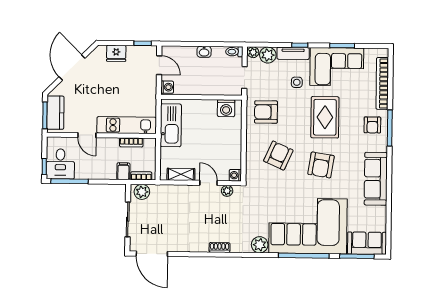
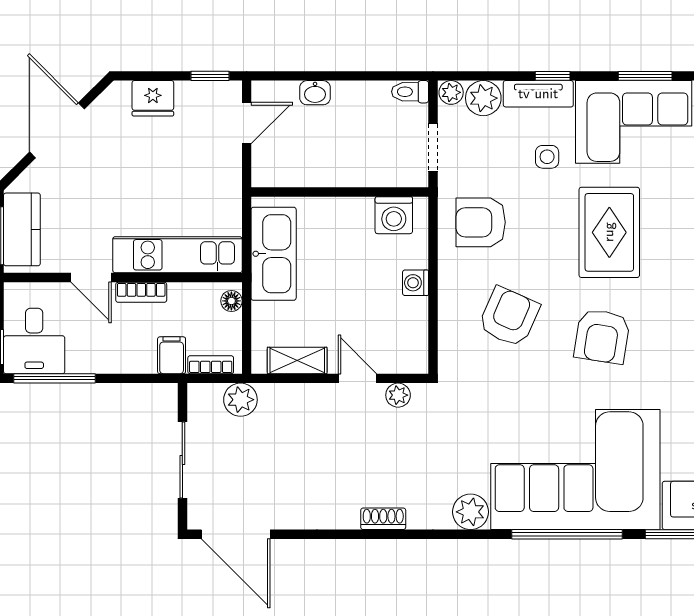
washbasin: (204, 52) -> (315, 93), moved
door: (159, 65) -> (247, 123), hinge flipped
washing machine: (167, 87) -> (265, 171), removed
bookcase: (131, 142) -> (141, 292), moved
floor lamp: (151, 147) -> (231, 301), added
washing machine: (235, 175) -> (416, 283), moved
plant: (142, 192) -> (240, 400), moved

